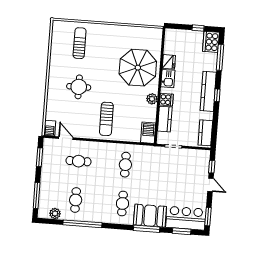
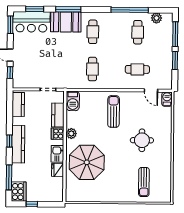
window: (39, 157) -> (175, 60), moved

